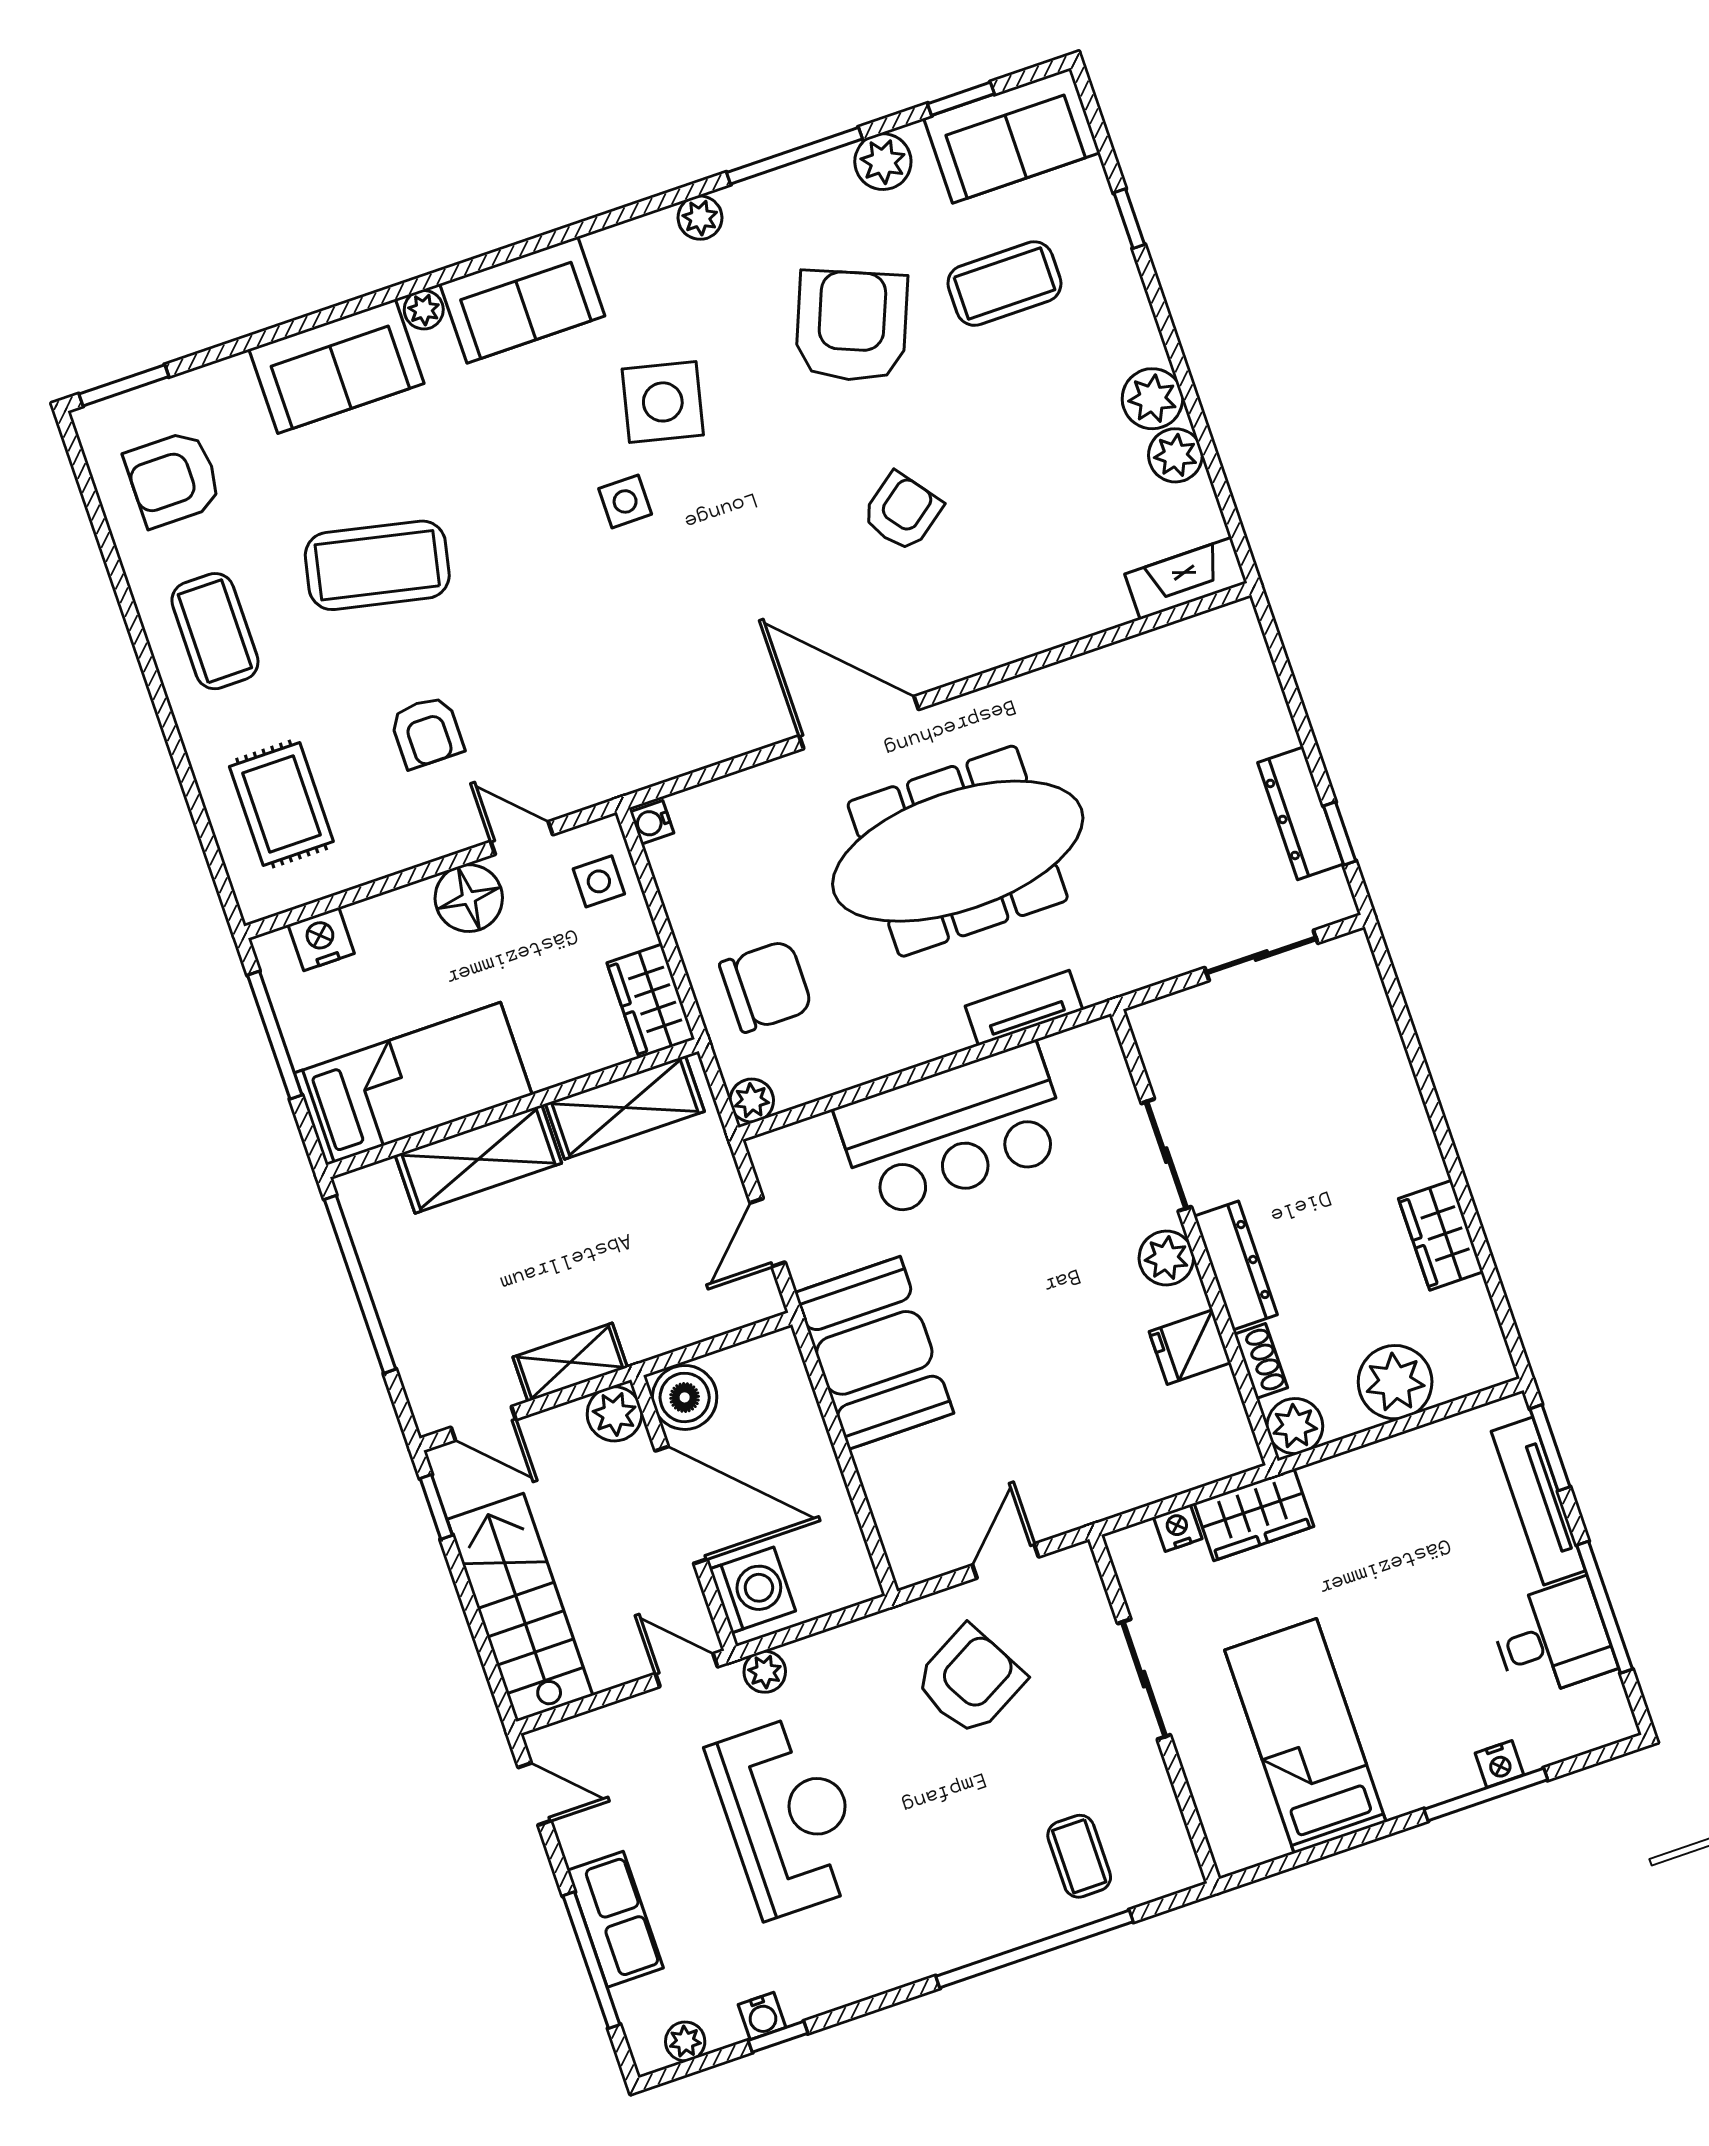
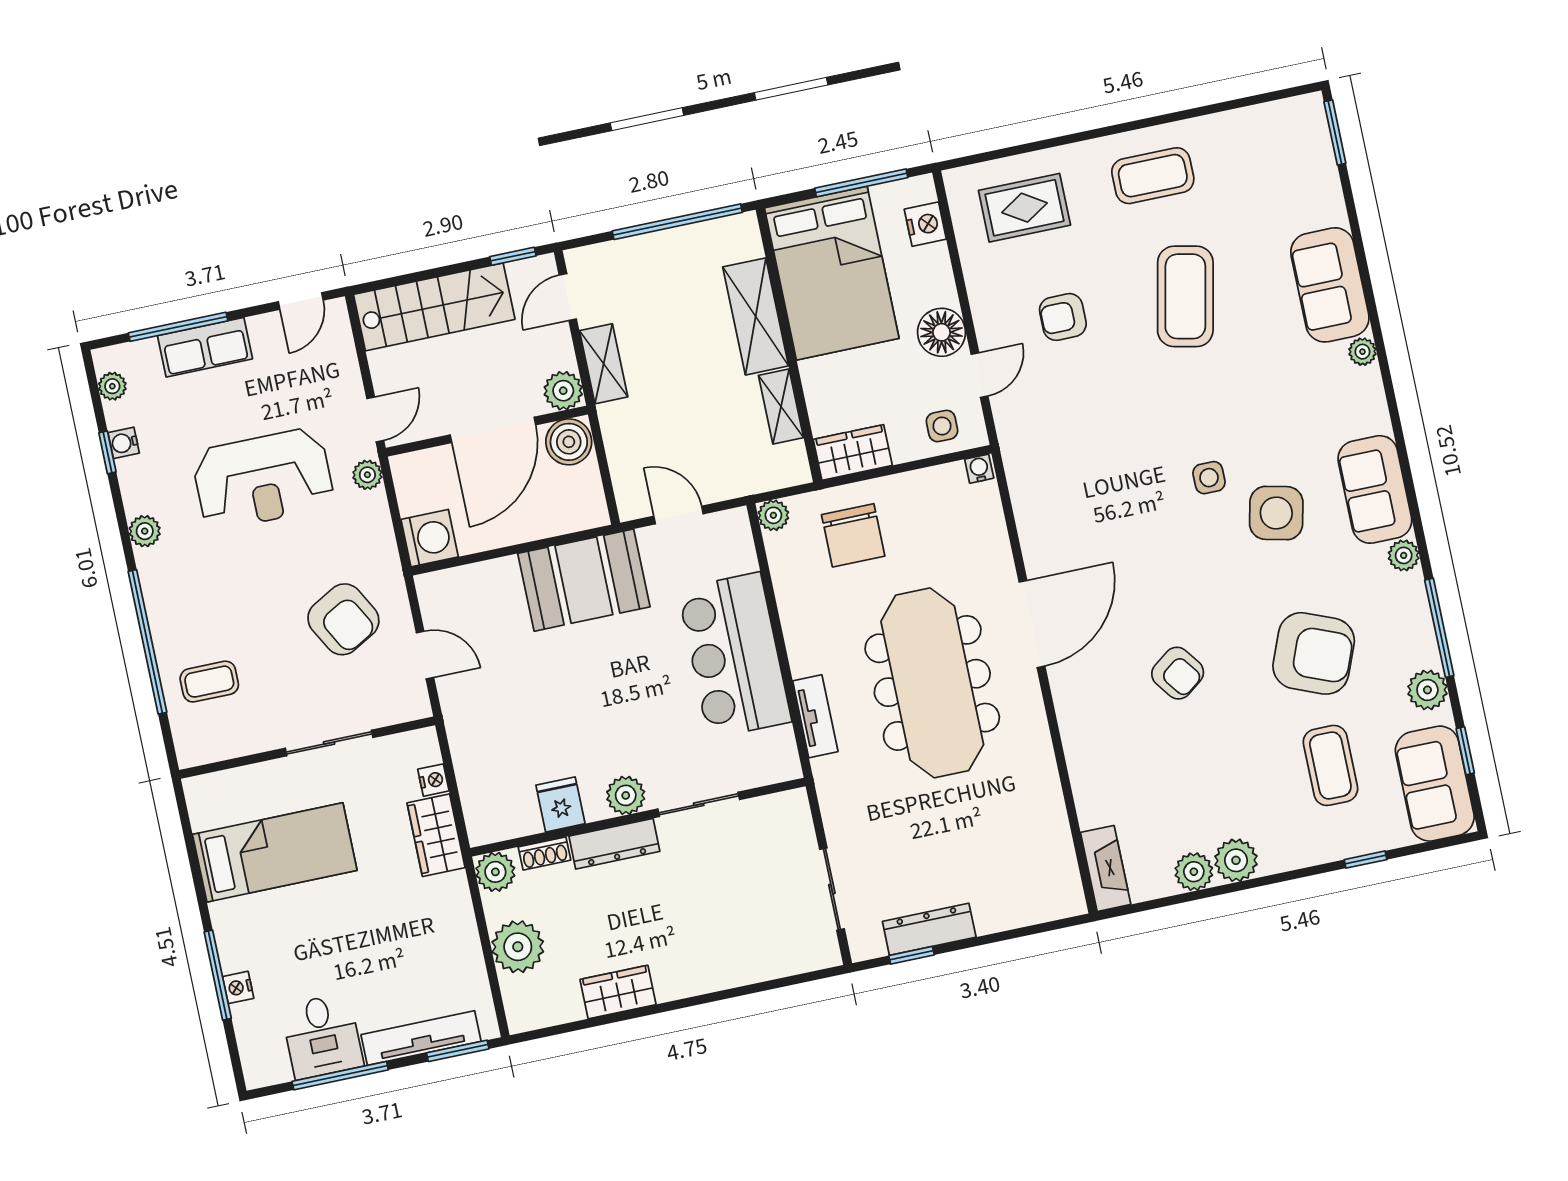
sofa: (522, 300) -> (1375, 489), moved
armchair: (173, 479) -> (1264, 159), removed
bed: (413, 1084) -> (832, 273), width x1.50
shelving: (625, 1108) -> (781, 406), width x0.67, depth x0.75
washing machine: (752, 1590) -> (430, 538), moved, turned -90
plant: (881, 1972) -> (145, 531), added

